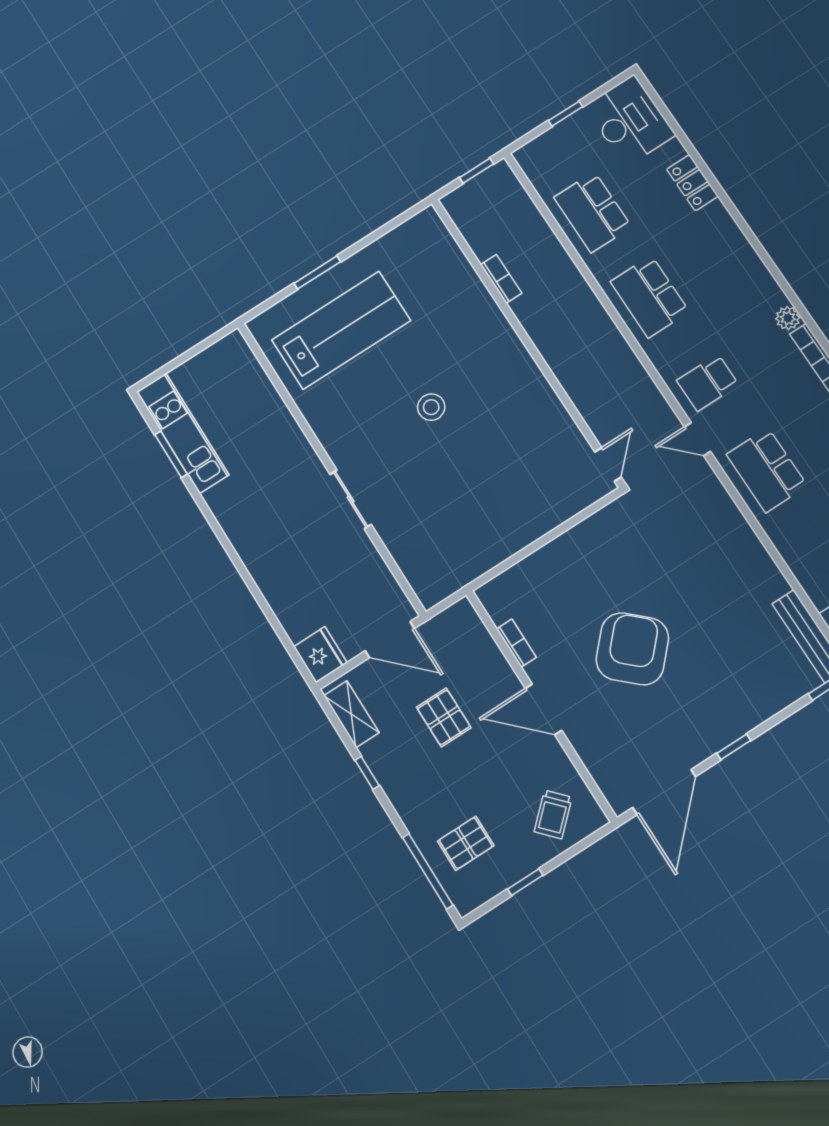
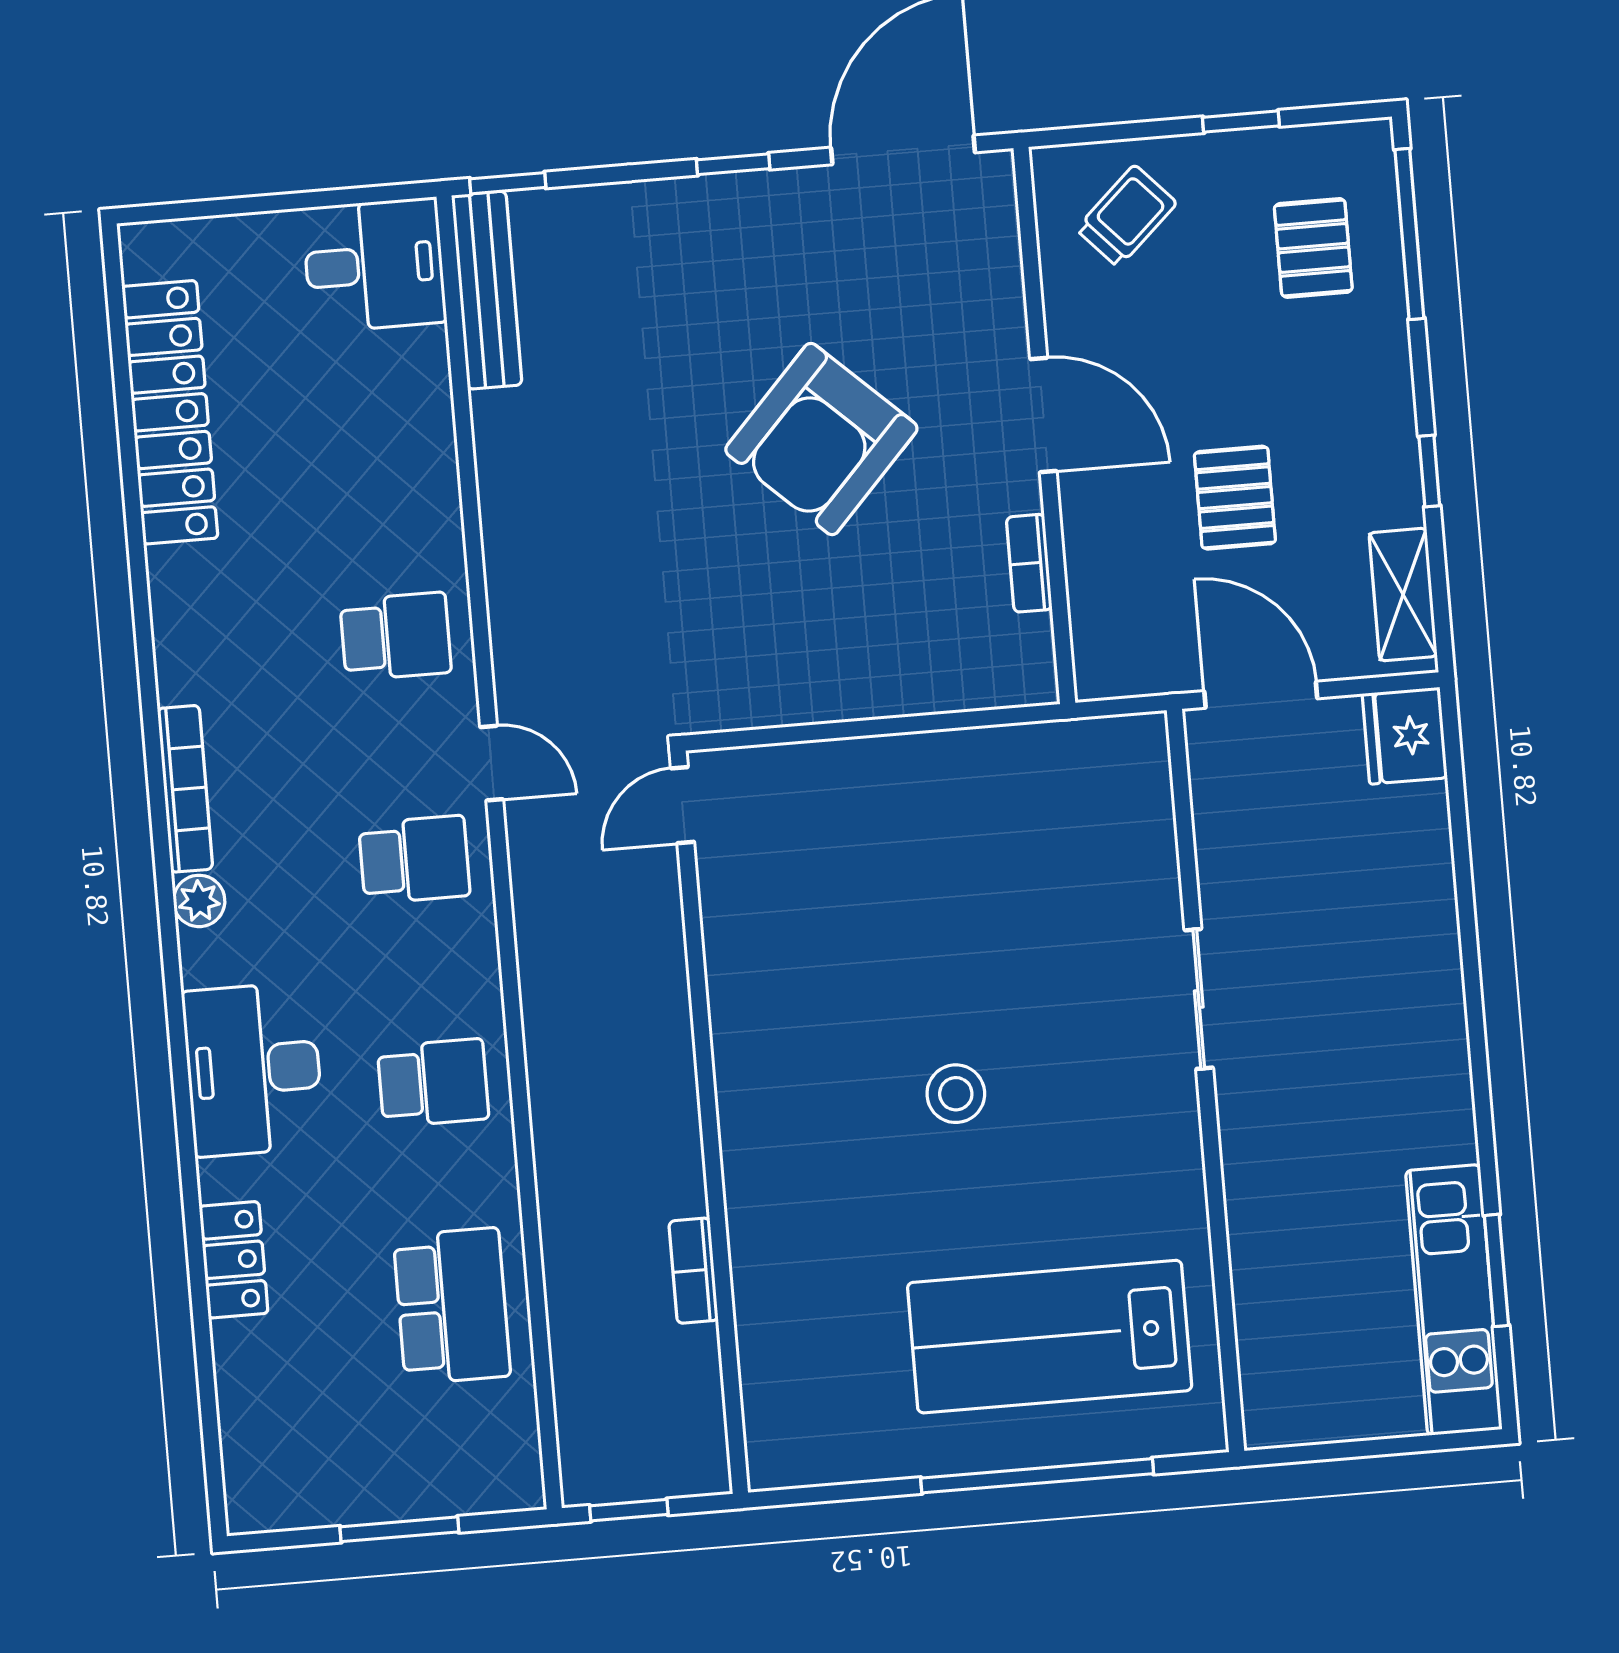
window: (566, 114) -> (399, 1529), width x1.50
desk: (630, 121) -> (253, 1069), moved
window: (317, 272) -> (1037, 1476), width x2.11
school desk: (650, 297) -> (433, 1083), width x0.54
school desk: (767, 470) -> (396, 636), width x0.54
pallet: (466, 843) -> (1313, 248), turned 90

